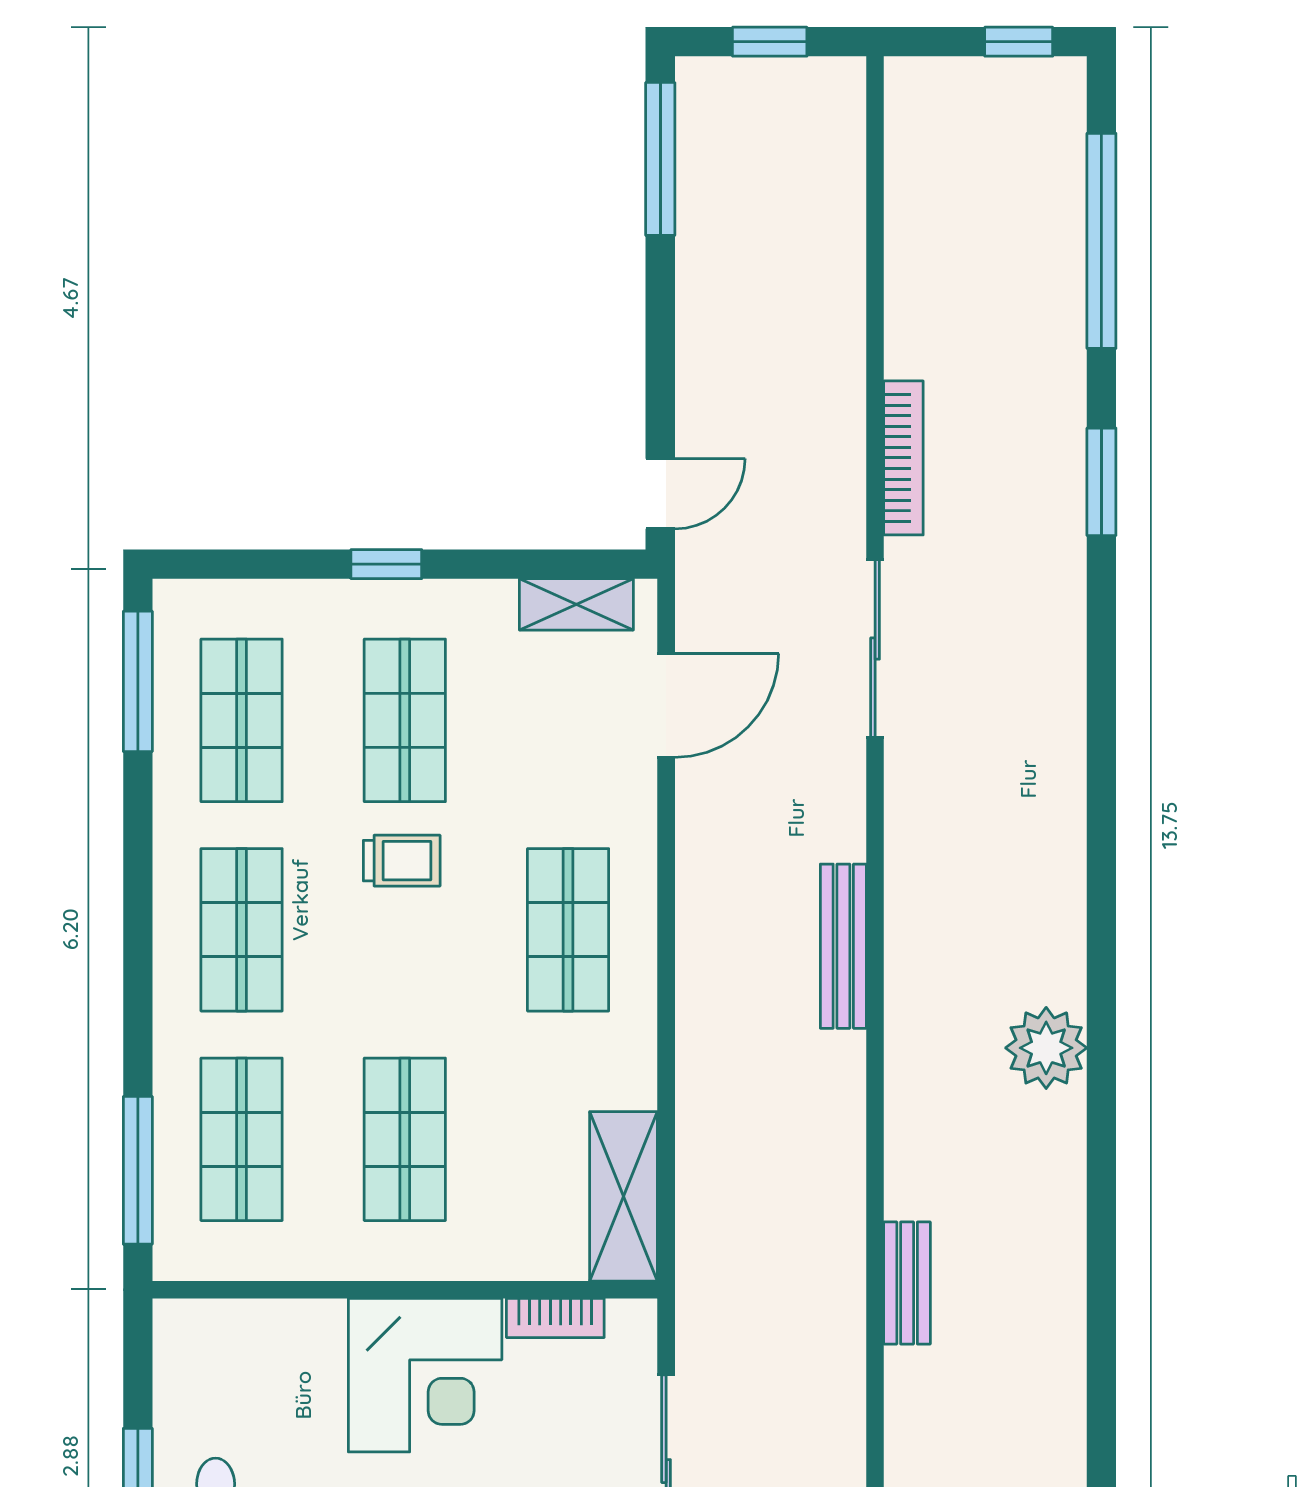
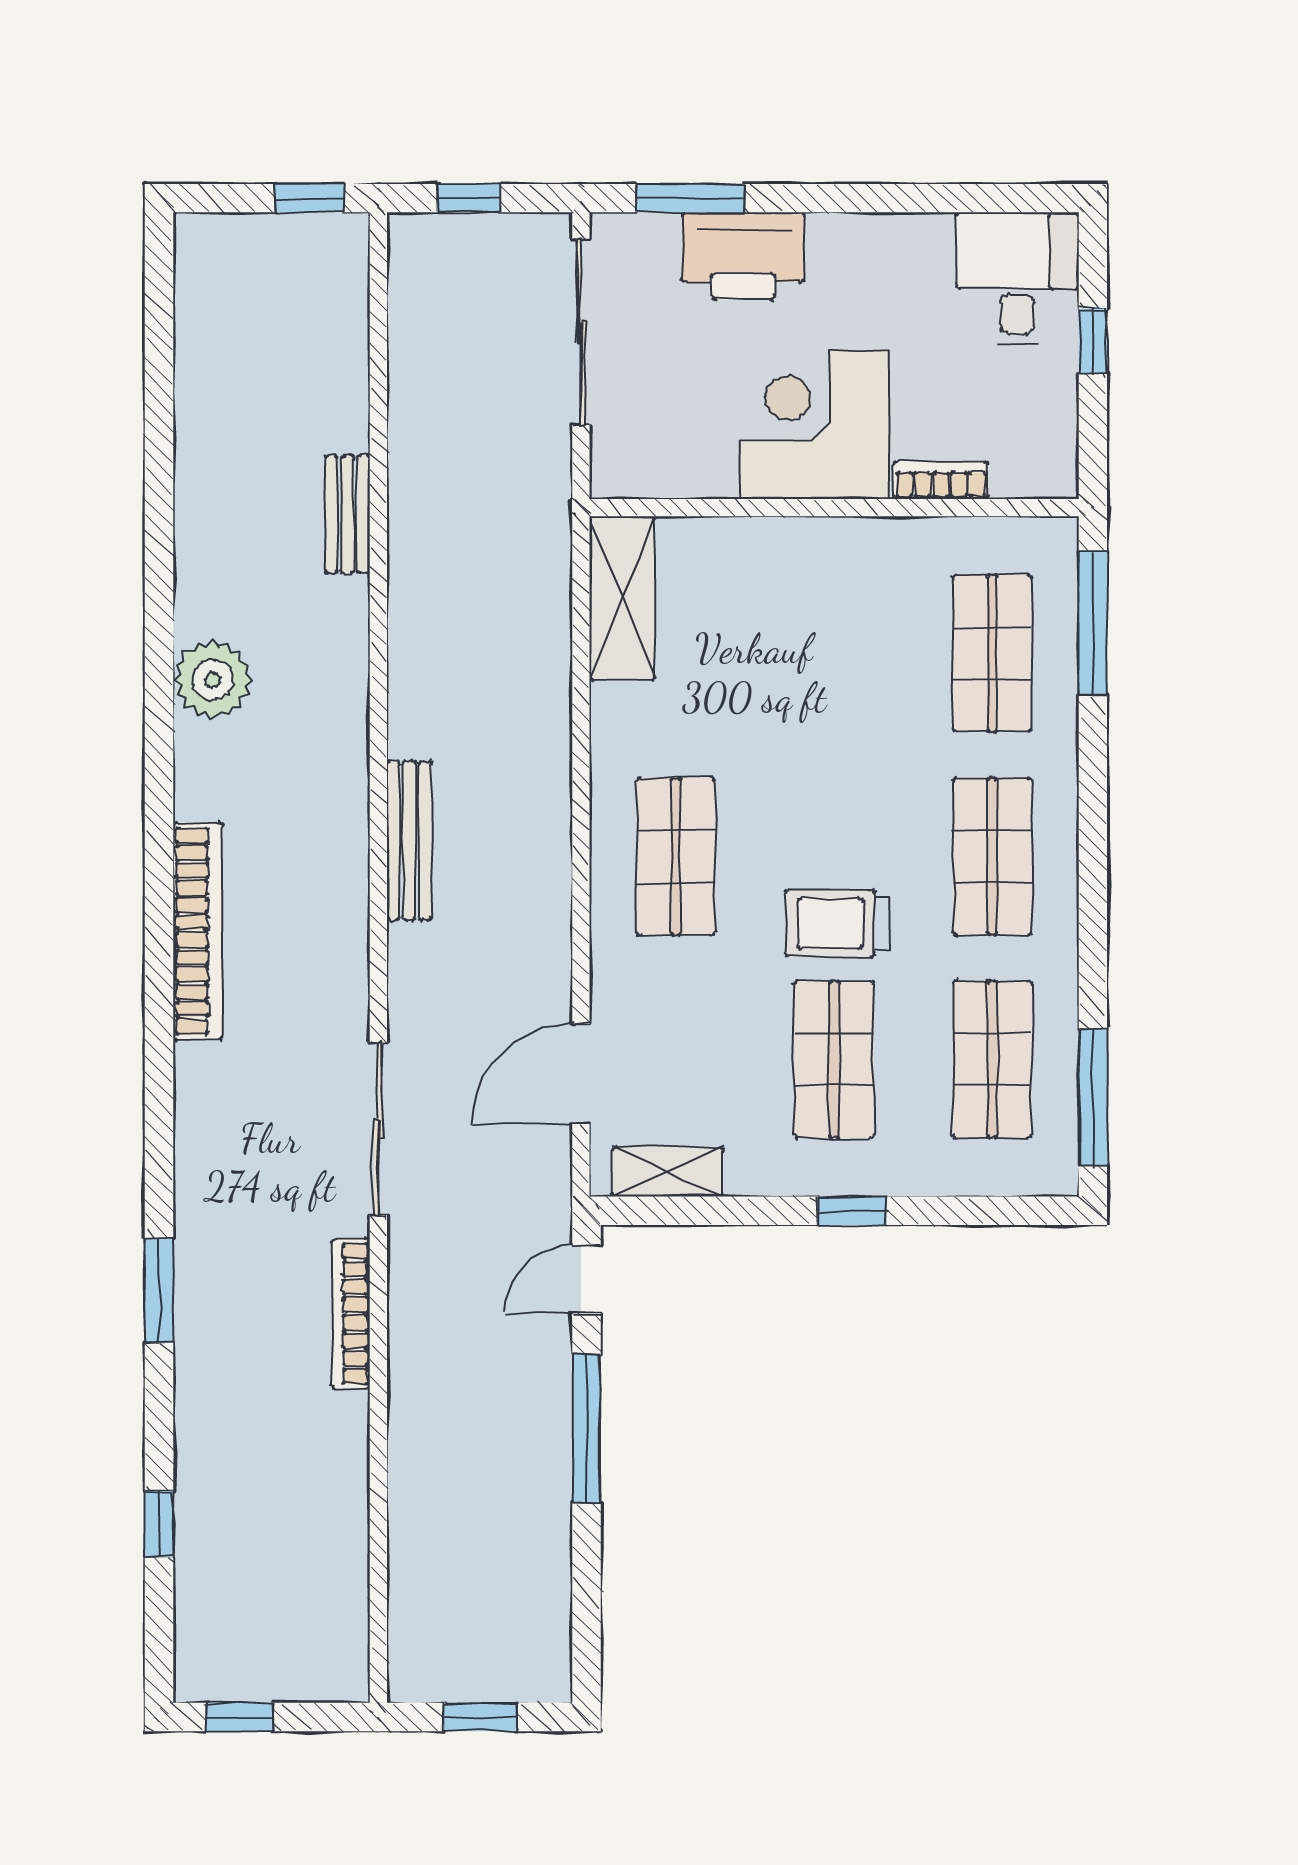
window: (660, 159) -> (587, 1428), moved
window: (1101, 241) -> (159, 1524), width x0.32
bookcase: (1061, 853) -> (198, 931), added
trolley: (402, 861) -> (837, 923), width x1.36, depth x1.39
plant: (1046, 1048) -> (213, 680), moved
shop shelf: (405, 1139) -> (834, 653), removed
bookcase: (555, 1318) -> (941, 480), moved

